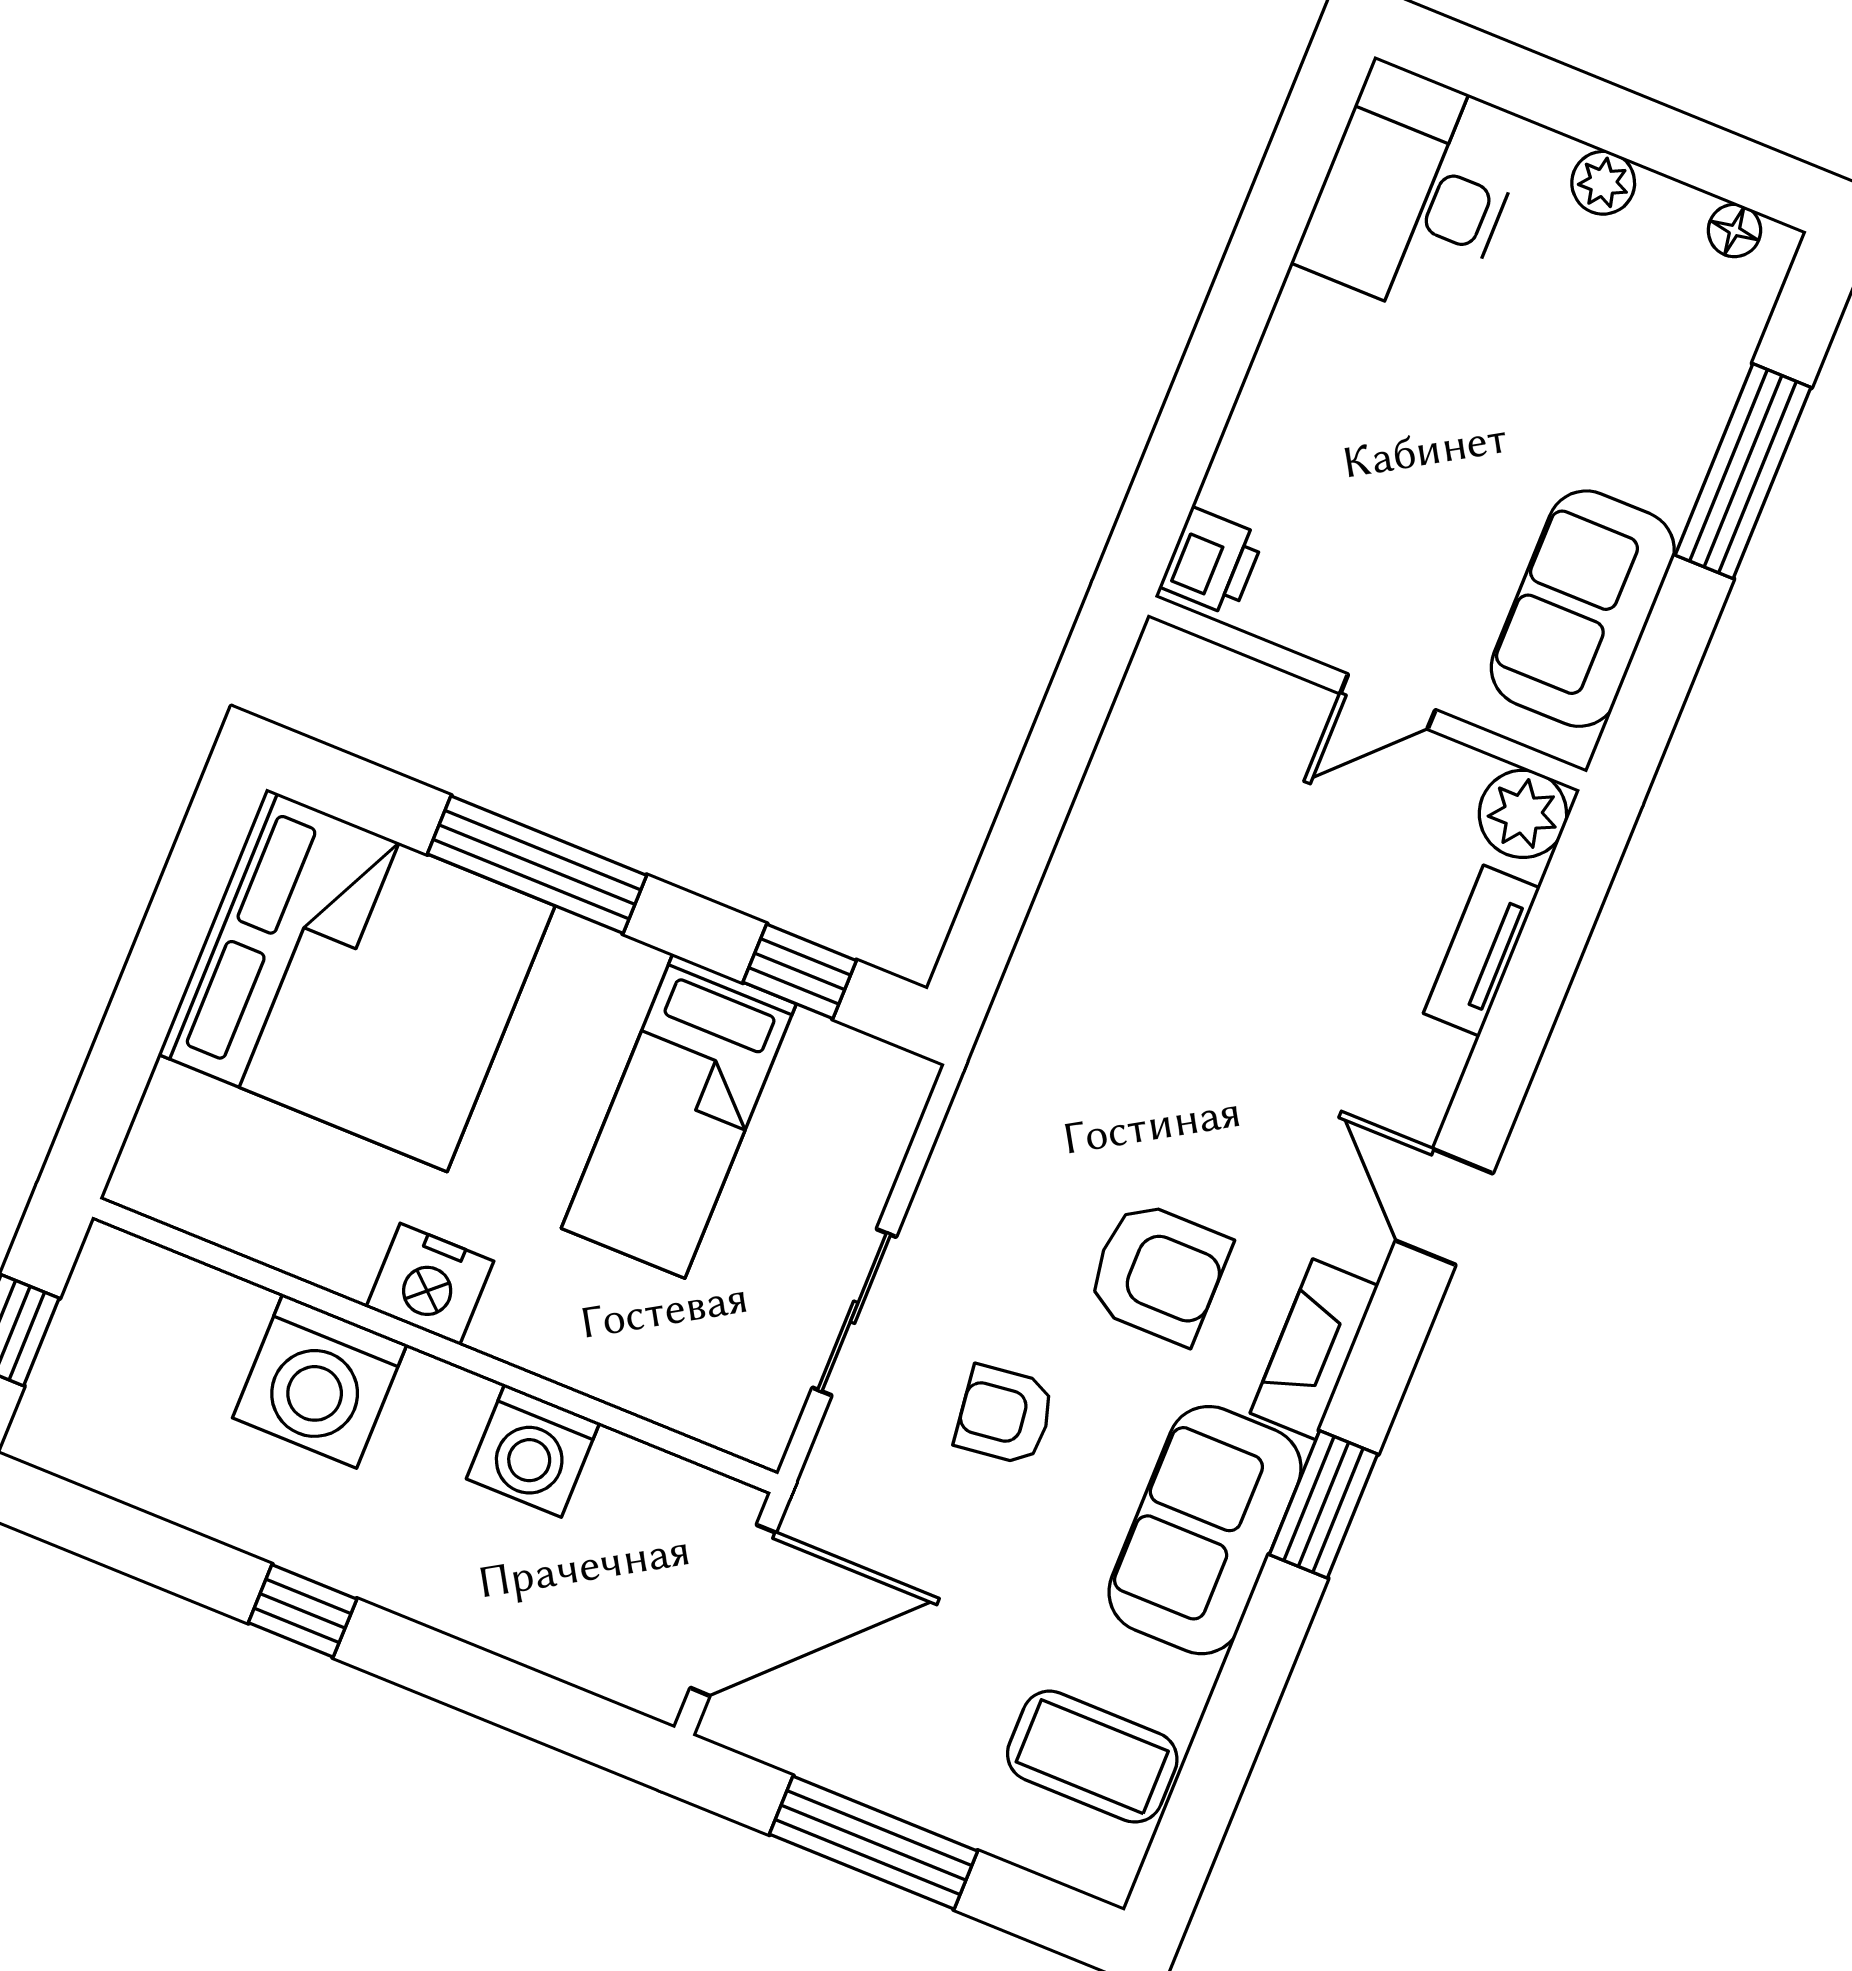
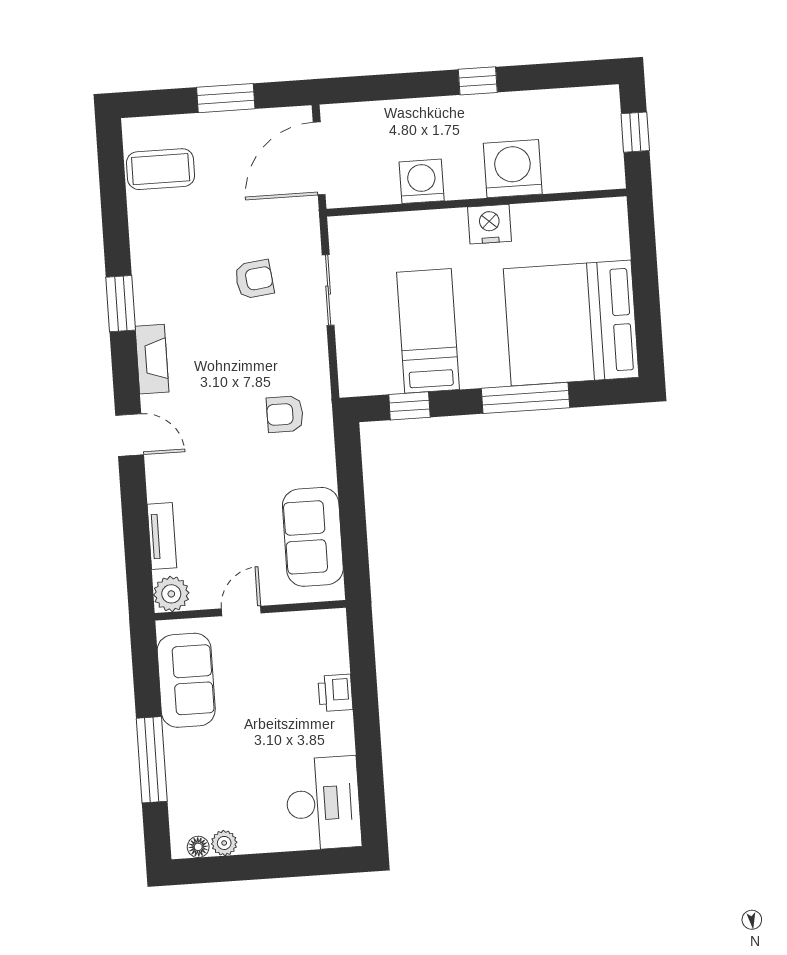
plant: (1603, 183) -> (224, 843), moved
printer: (1212, 561) -> (335, 693), moved
armchair: (1158, 1272) -> (285, 414), moved, width x0.72, depth x0.72
sofa: (1205, 1530) -> (313, 537), moved, turned 180
window: (874, 1843) -> (226, 98), width x0.69

